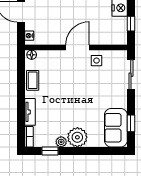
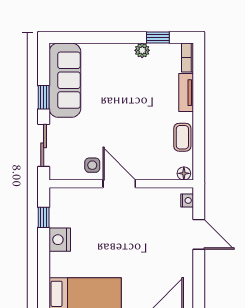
door: (77, 47) -> (119, 184), swing flipped
window: (131, 123) -> (44, 97), moved
sofa: (116, 128) -> (65, 80), width x1.36
plant: (77, 137) -> (119, 57), removed

